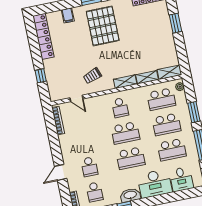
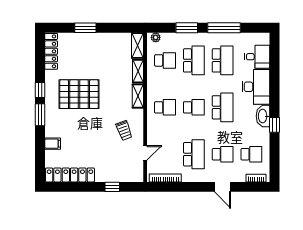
pallet: (103, 26) -> (79, 94), moved
school desk: (161, 99) -> (165, 60), width x0.54
school desk: (125, 133) -> (194, 107), width x0.54
school desk: (84, 141) -> (194, 154), added

